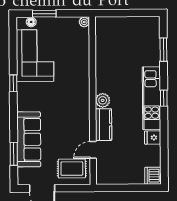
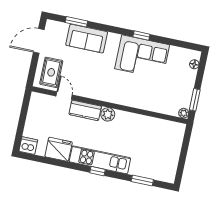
window: (44, 14) -> (195, 100), moved
corner sofa: (35, 56) -> (142, 57), moved
fridge: (153, 138) -> (59, 149), width x1.88, depth x1.34
sofa: (29, 139) -> (87, 39), width x0.73

